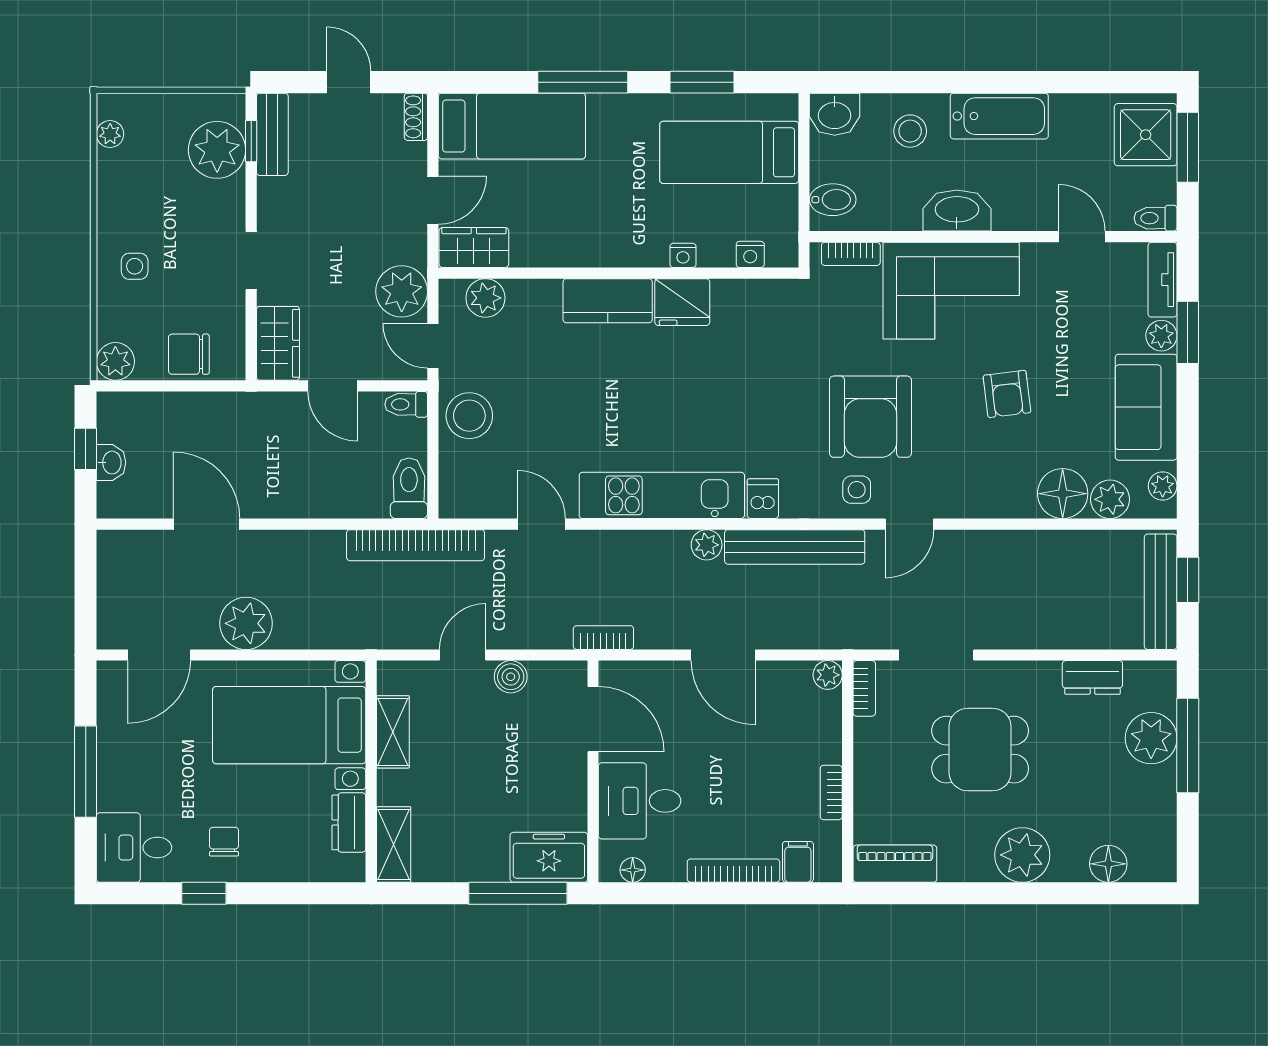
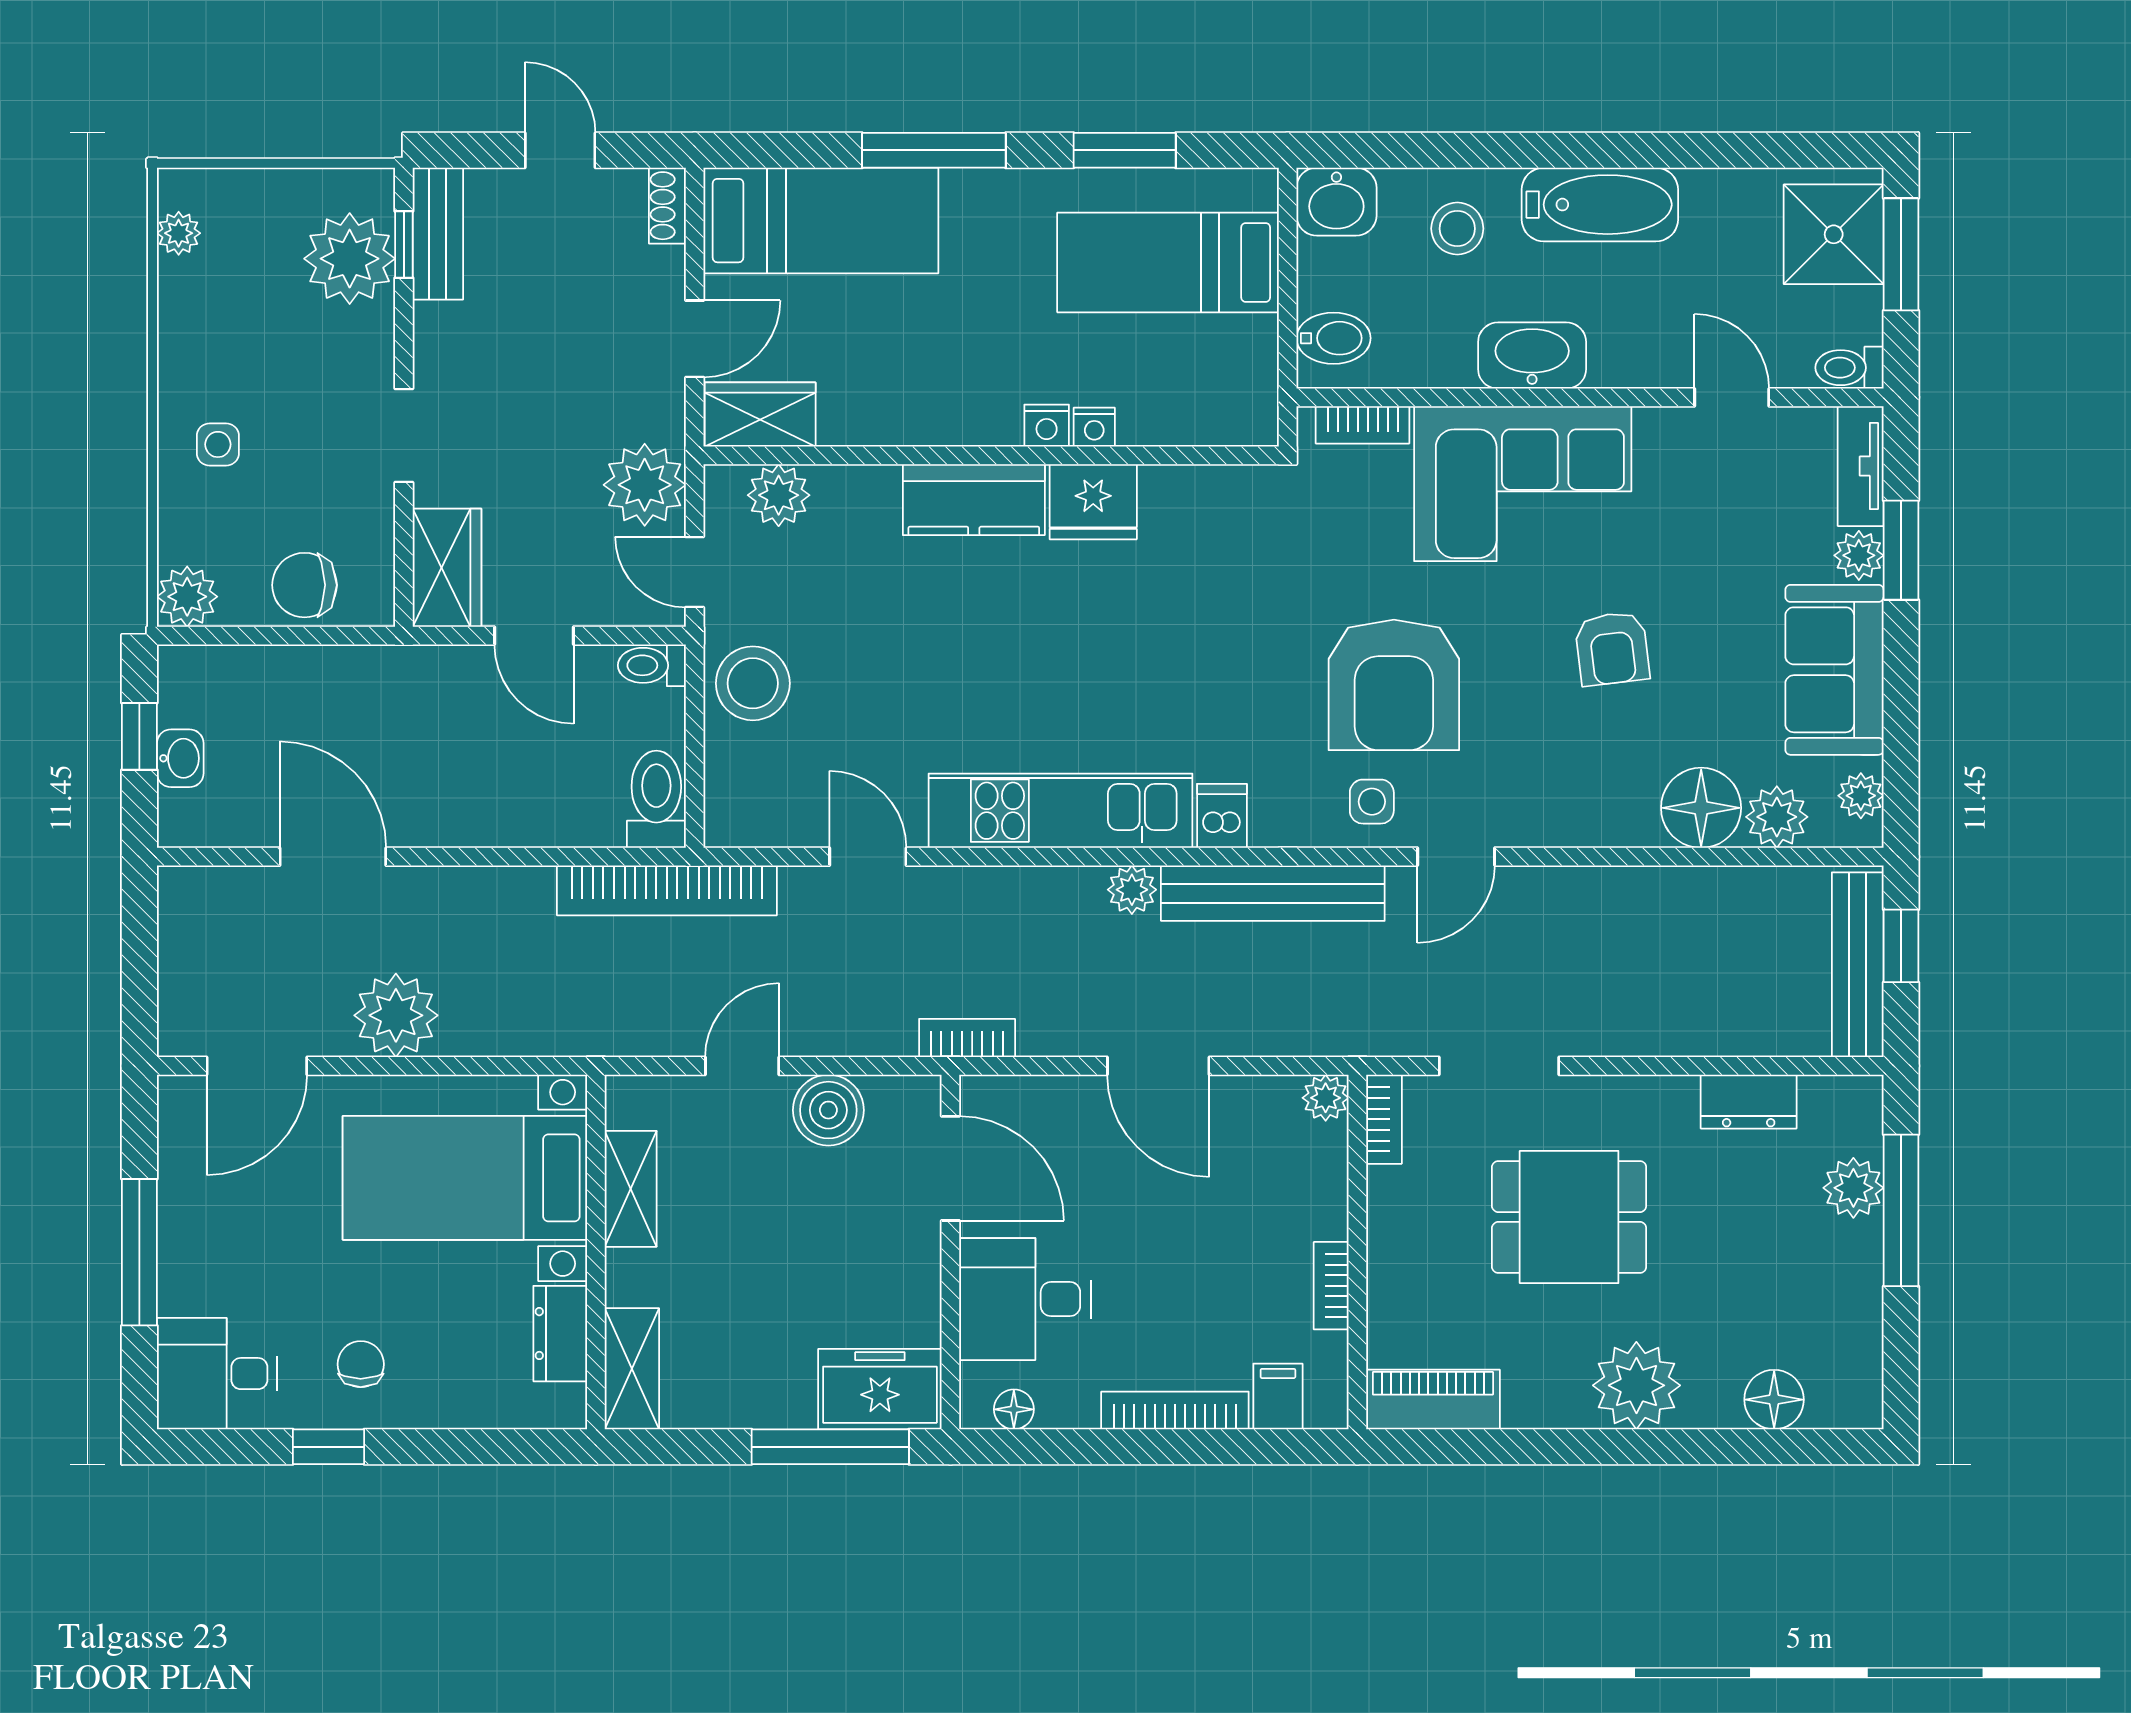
nightstand: (750, 254) -> (1047, 426), moved
boiler: (511, 677) -> (828, 1110), width x1.36, depth x1.36
plant: (1151, 738) -> (1853, 1188), width x0.73, depth x0.73

